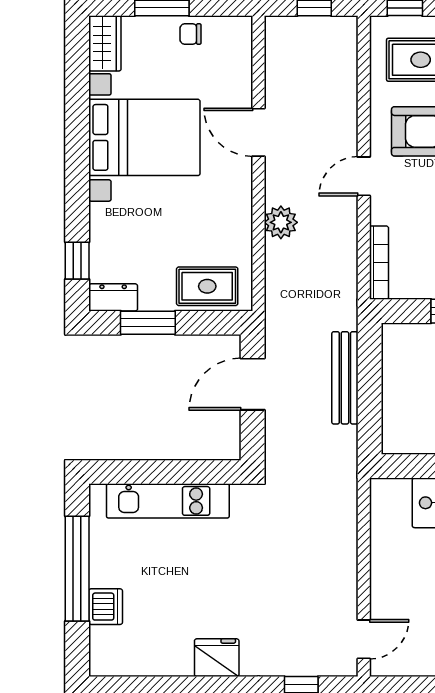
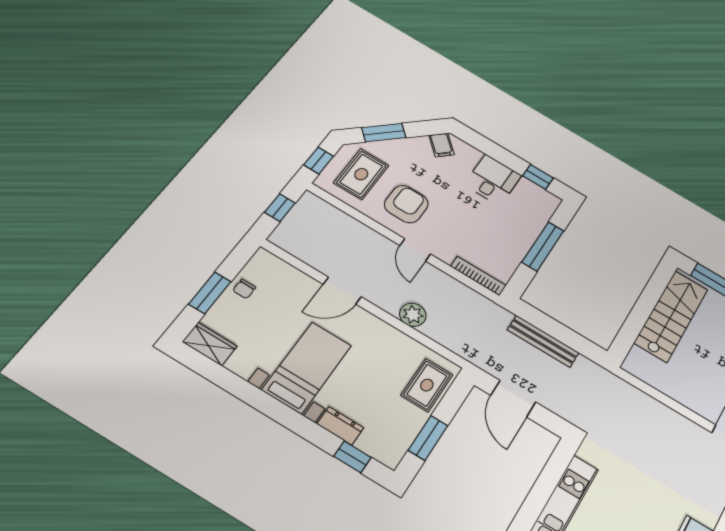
bed with nightstands: (144, 137) -> (307, 368), width x0.73
dresser: (113, 297) -> (340, 426), moved, turned 90

